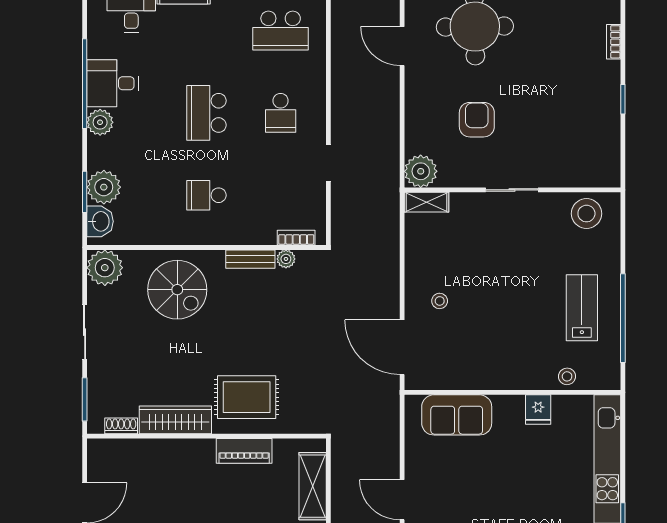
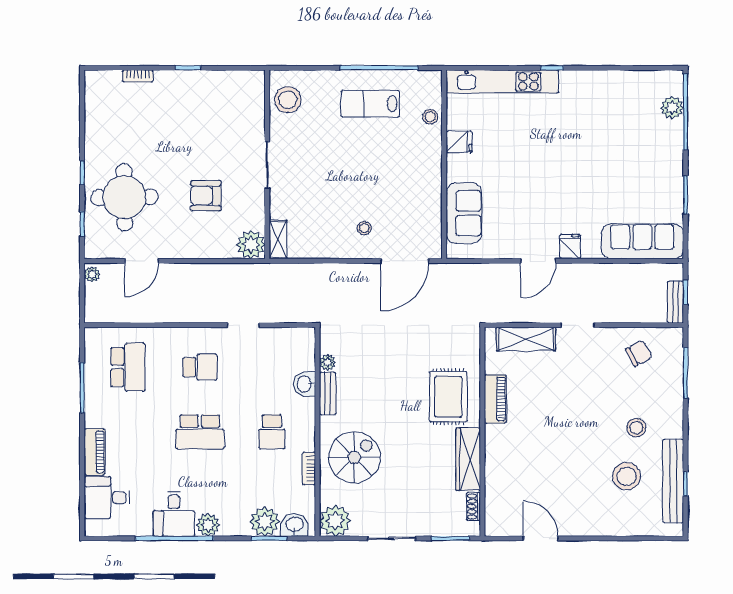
washbasin: (261, 233) -> (305, 384), added
bookcase: (296, 238) -> (309, 469), moved

